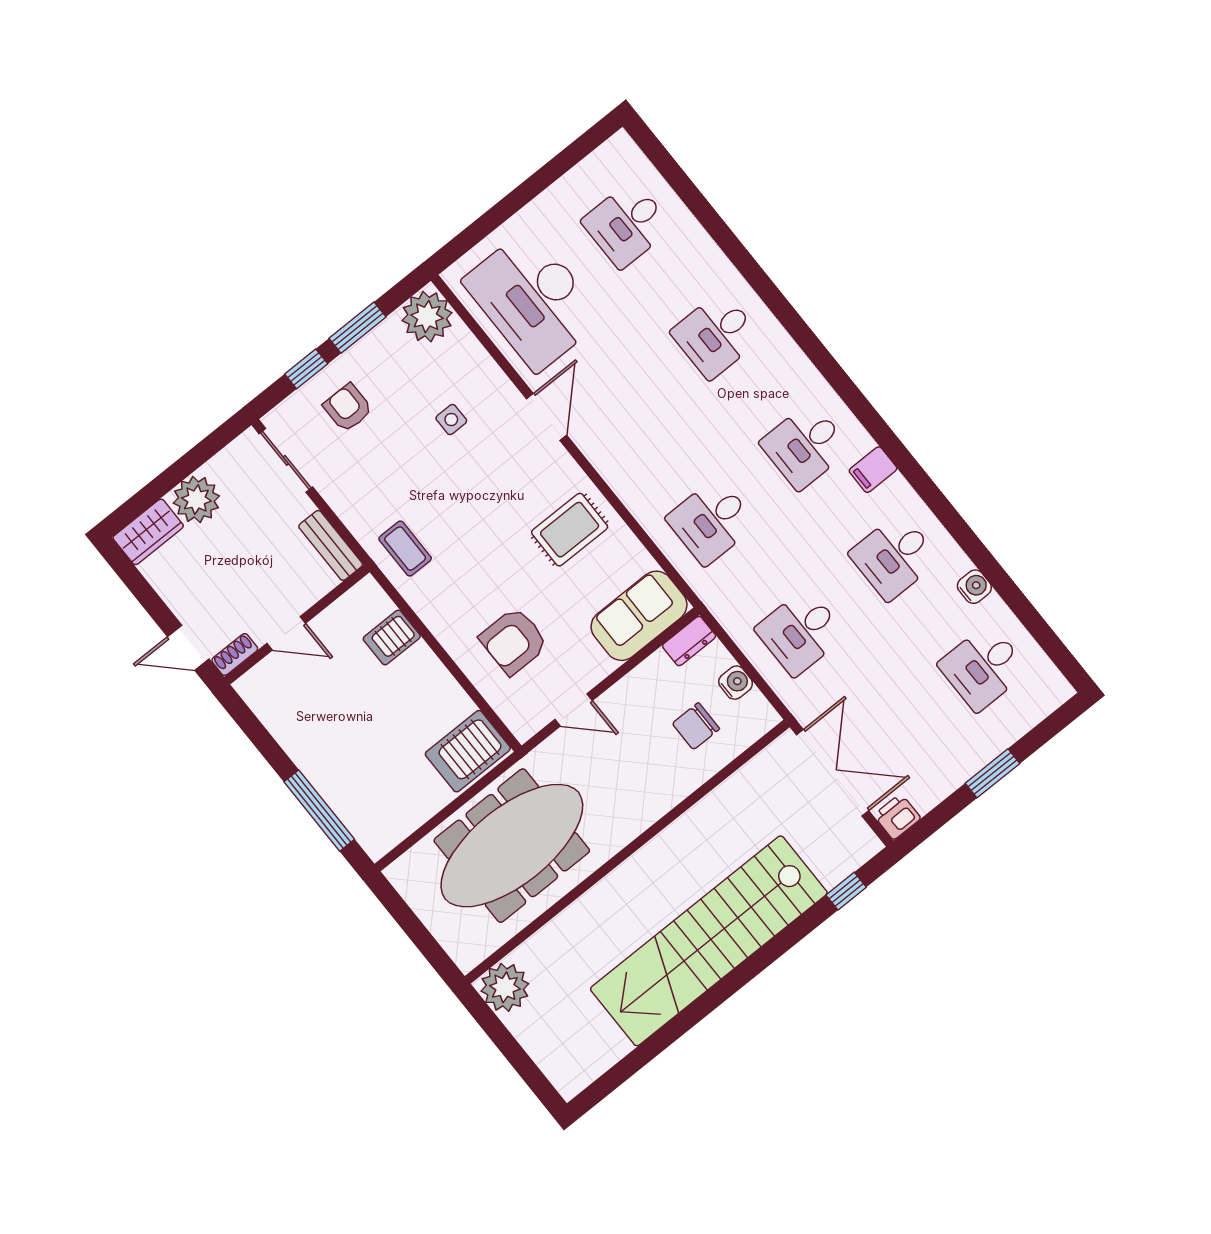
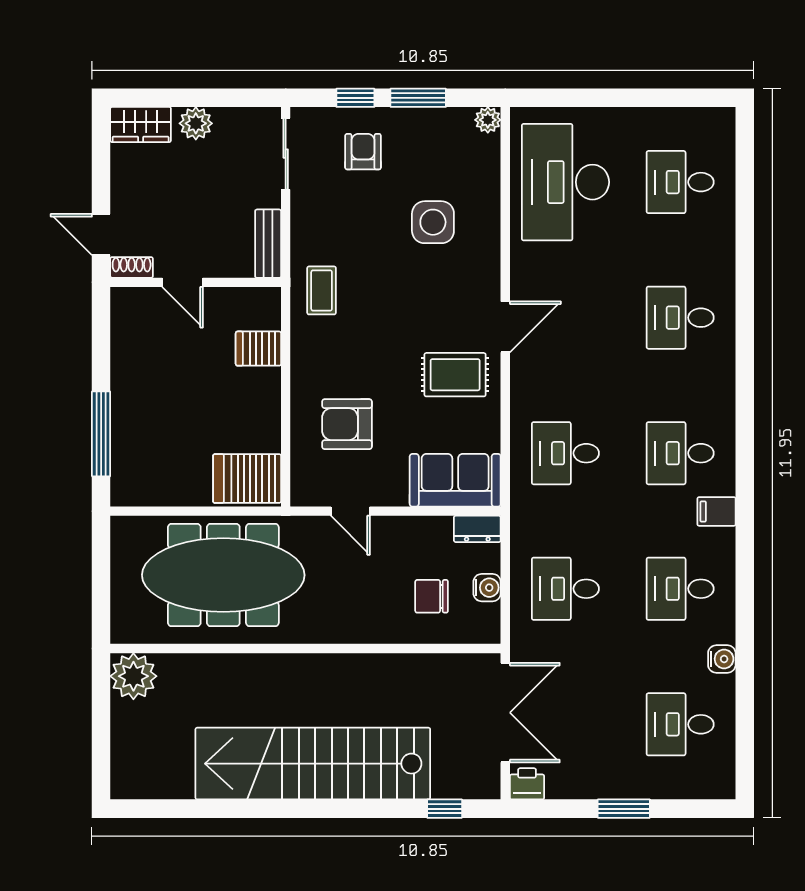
plant: (427, 317) -> (488, 120), width x0.53, depth x0.53
door: (547, 417) -> (505, 327), moved
side table: (451, 420) -> (433, 222), width x1.87, depth x1.87
plant: (196, 499) -> (196, 123), width x0.73, depth x0.73

